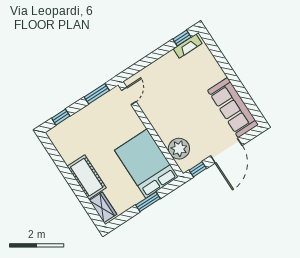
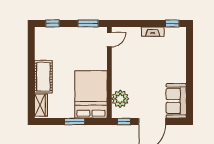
fireplace: (188, 46) -> (153, 32), moved
sofa: (233, 108) -> (176, 101), width x0.73

